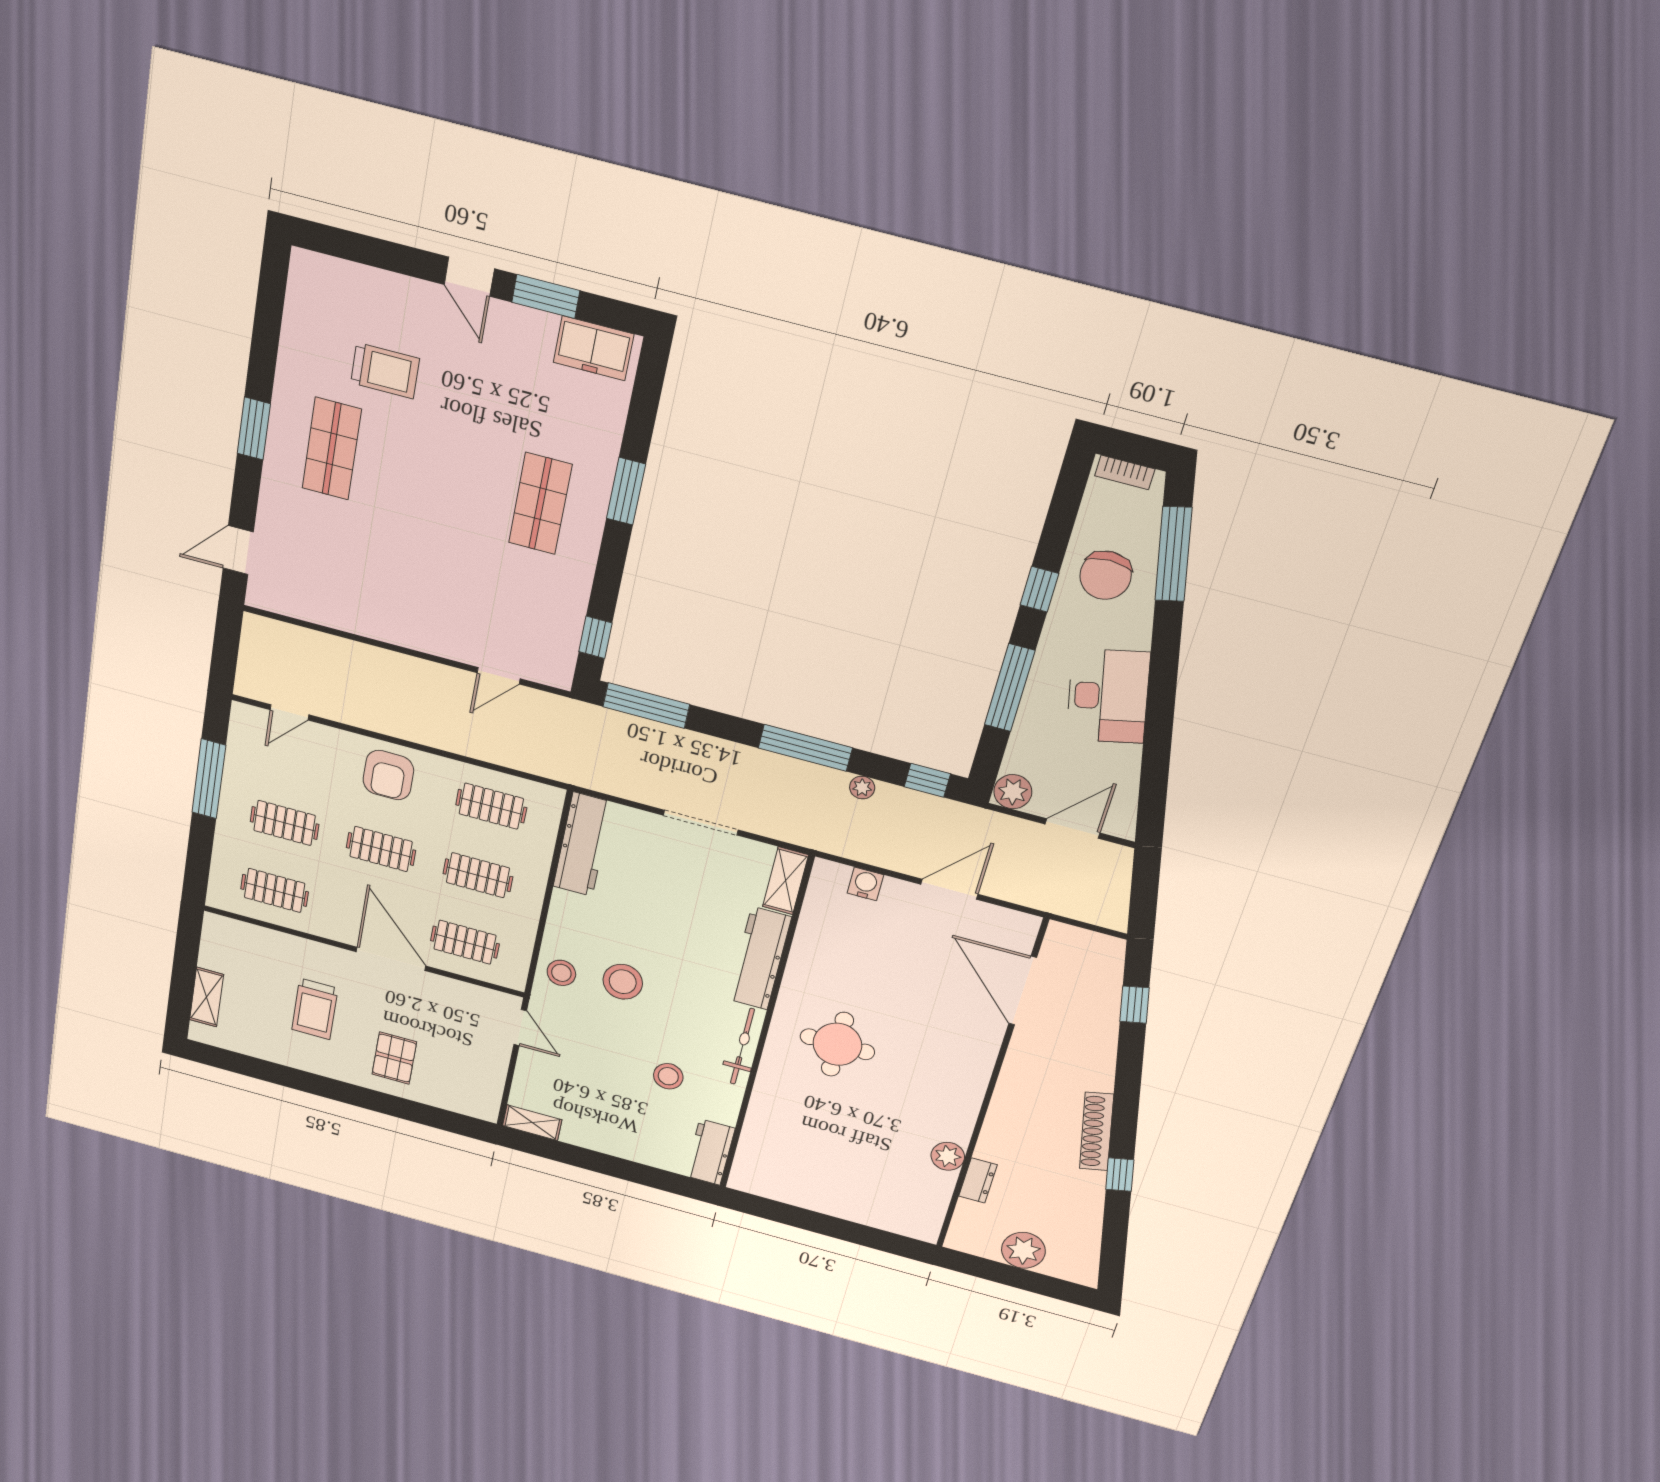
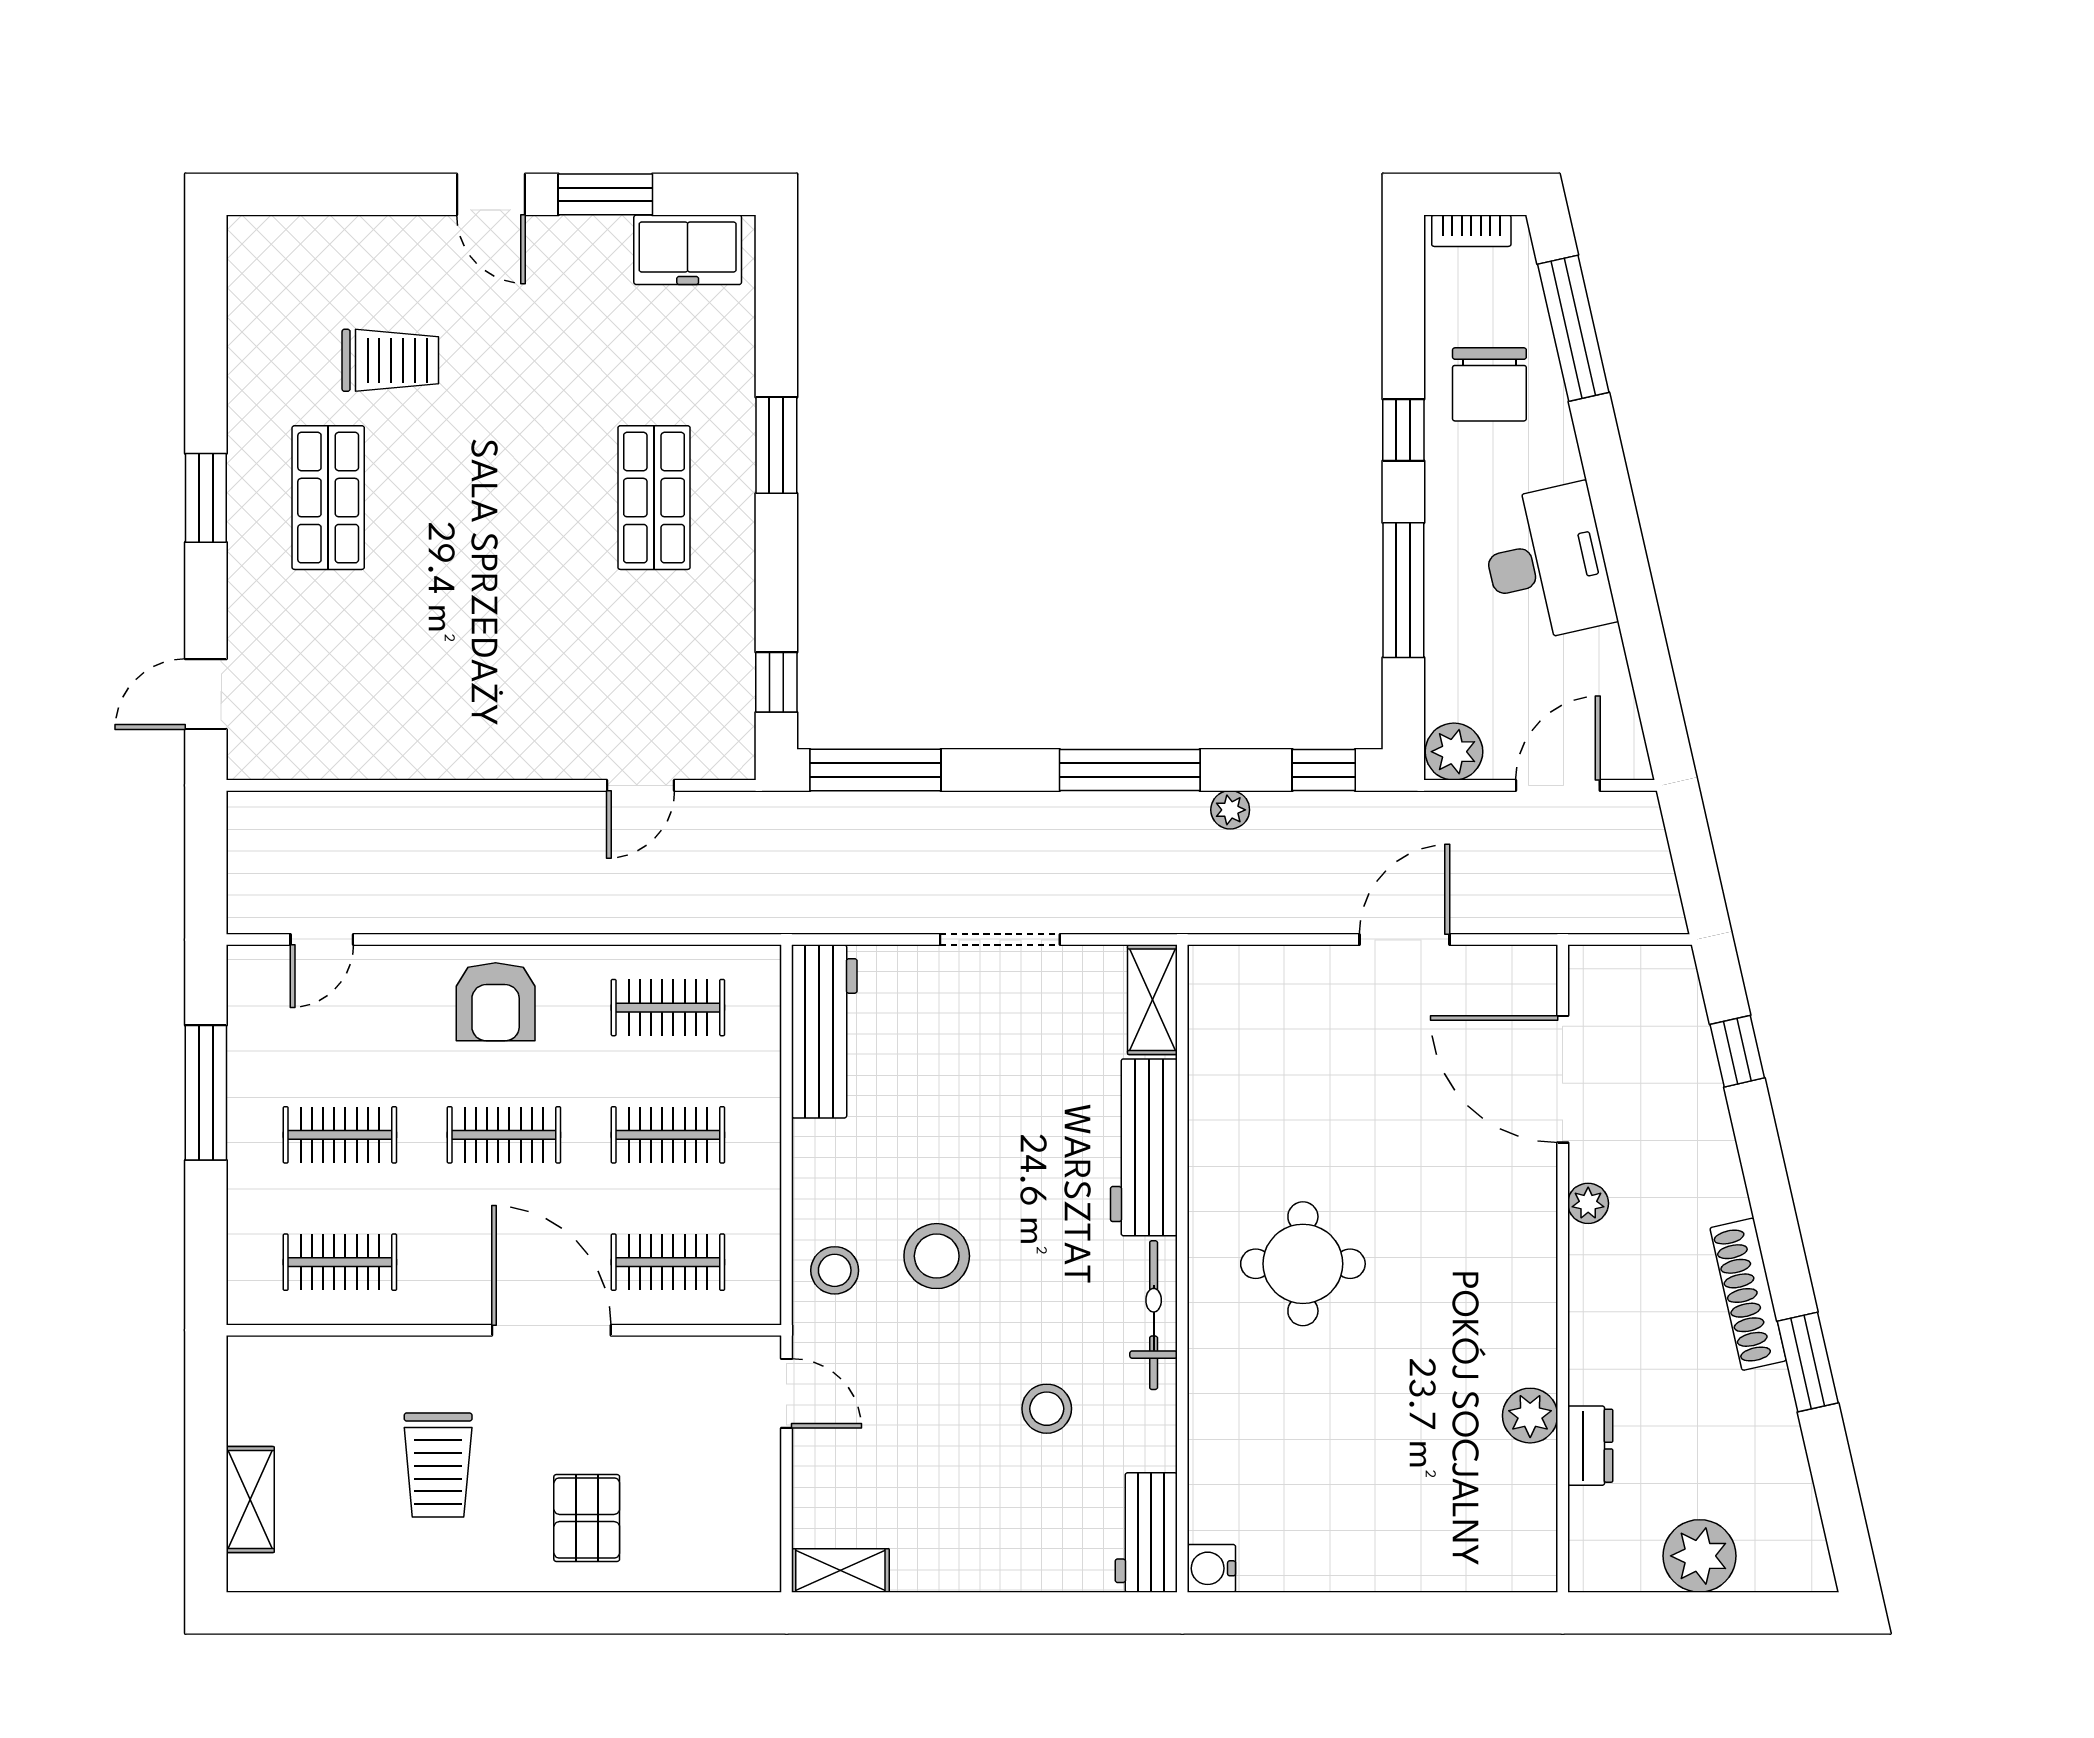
water cooler: (865, 884) -> (1211, 1568), moved, turned -90
plant: (1017, 1059) -> (1588, 1203), added
window: (1120, 1175) -> (1808, 1362), width x1.50

